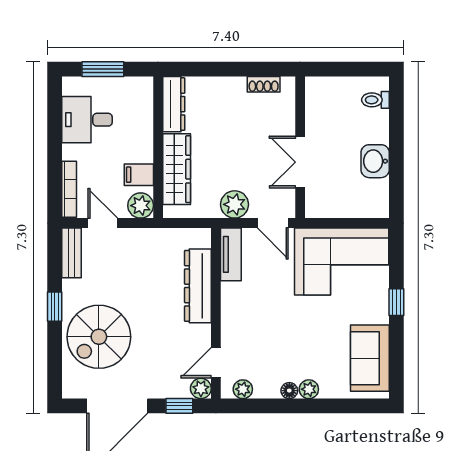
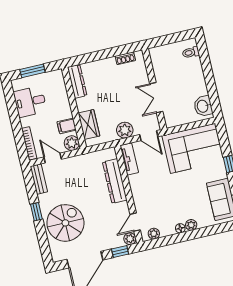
washbasin: (375, 161) -> (203, 106), moved
wardrobe: (177, 169) -> (89, 124), width x0.67
spiral stairs: (99, 337) -> (65, 223), turned 180

